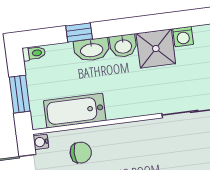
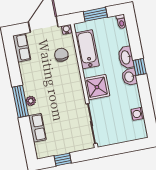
window: (79, 32) -> (140, 67), moved
shower: (156, 49) -> (97, 87), moved
chair: (81, 153) -> (61, 55), turned 180

